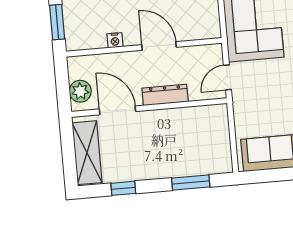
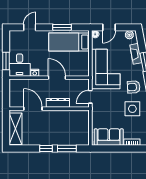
desk: (84, 28) -> (20, 65), added
plant: (80, 91) -> (15, 97), removed
window: (123, 188) -> (46, 148), moved

